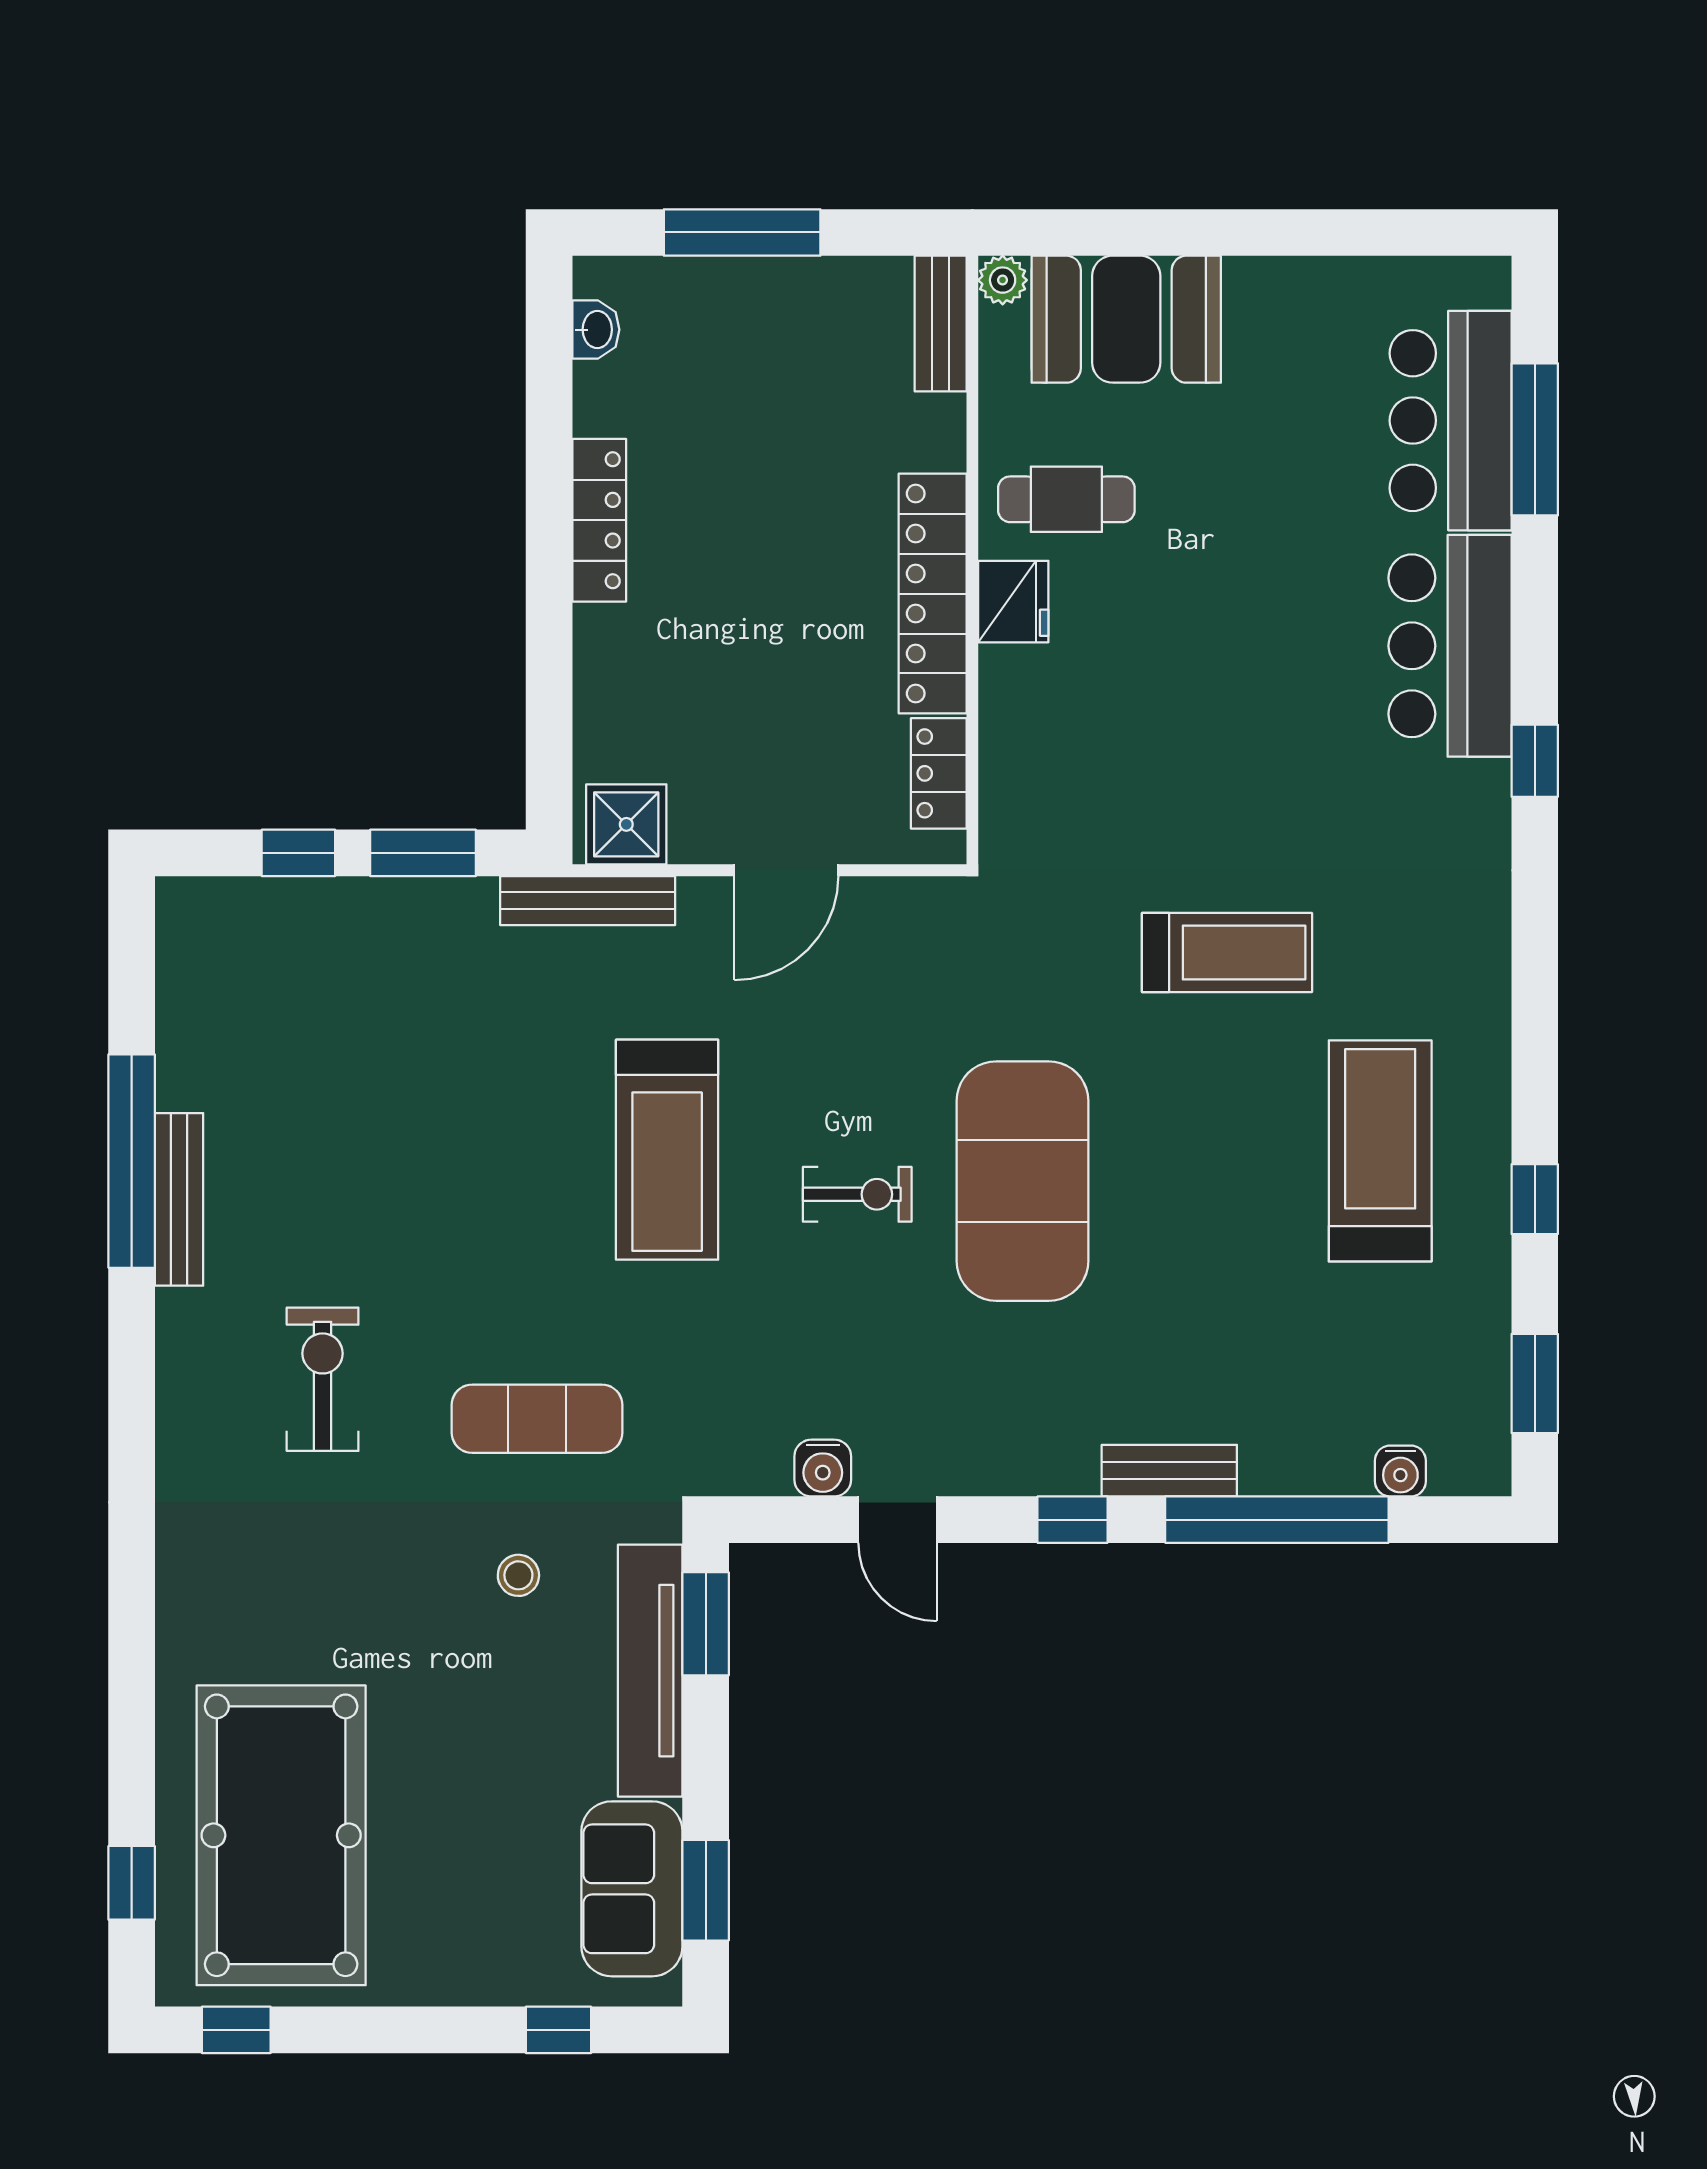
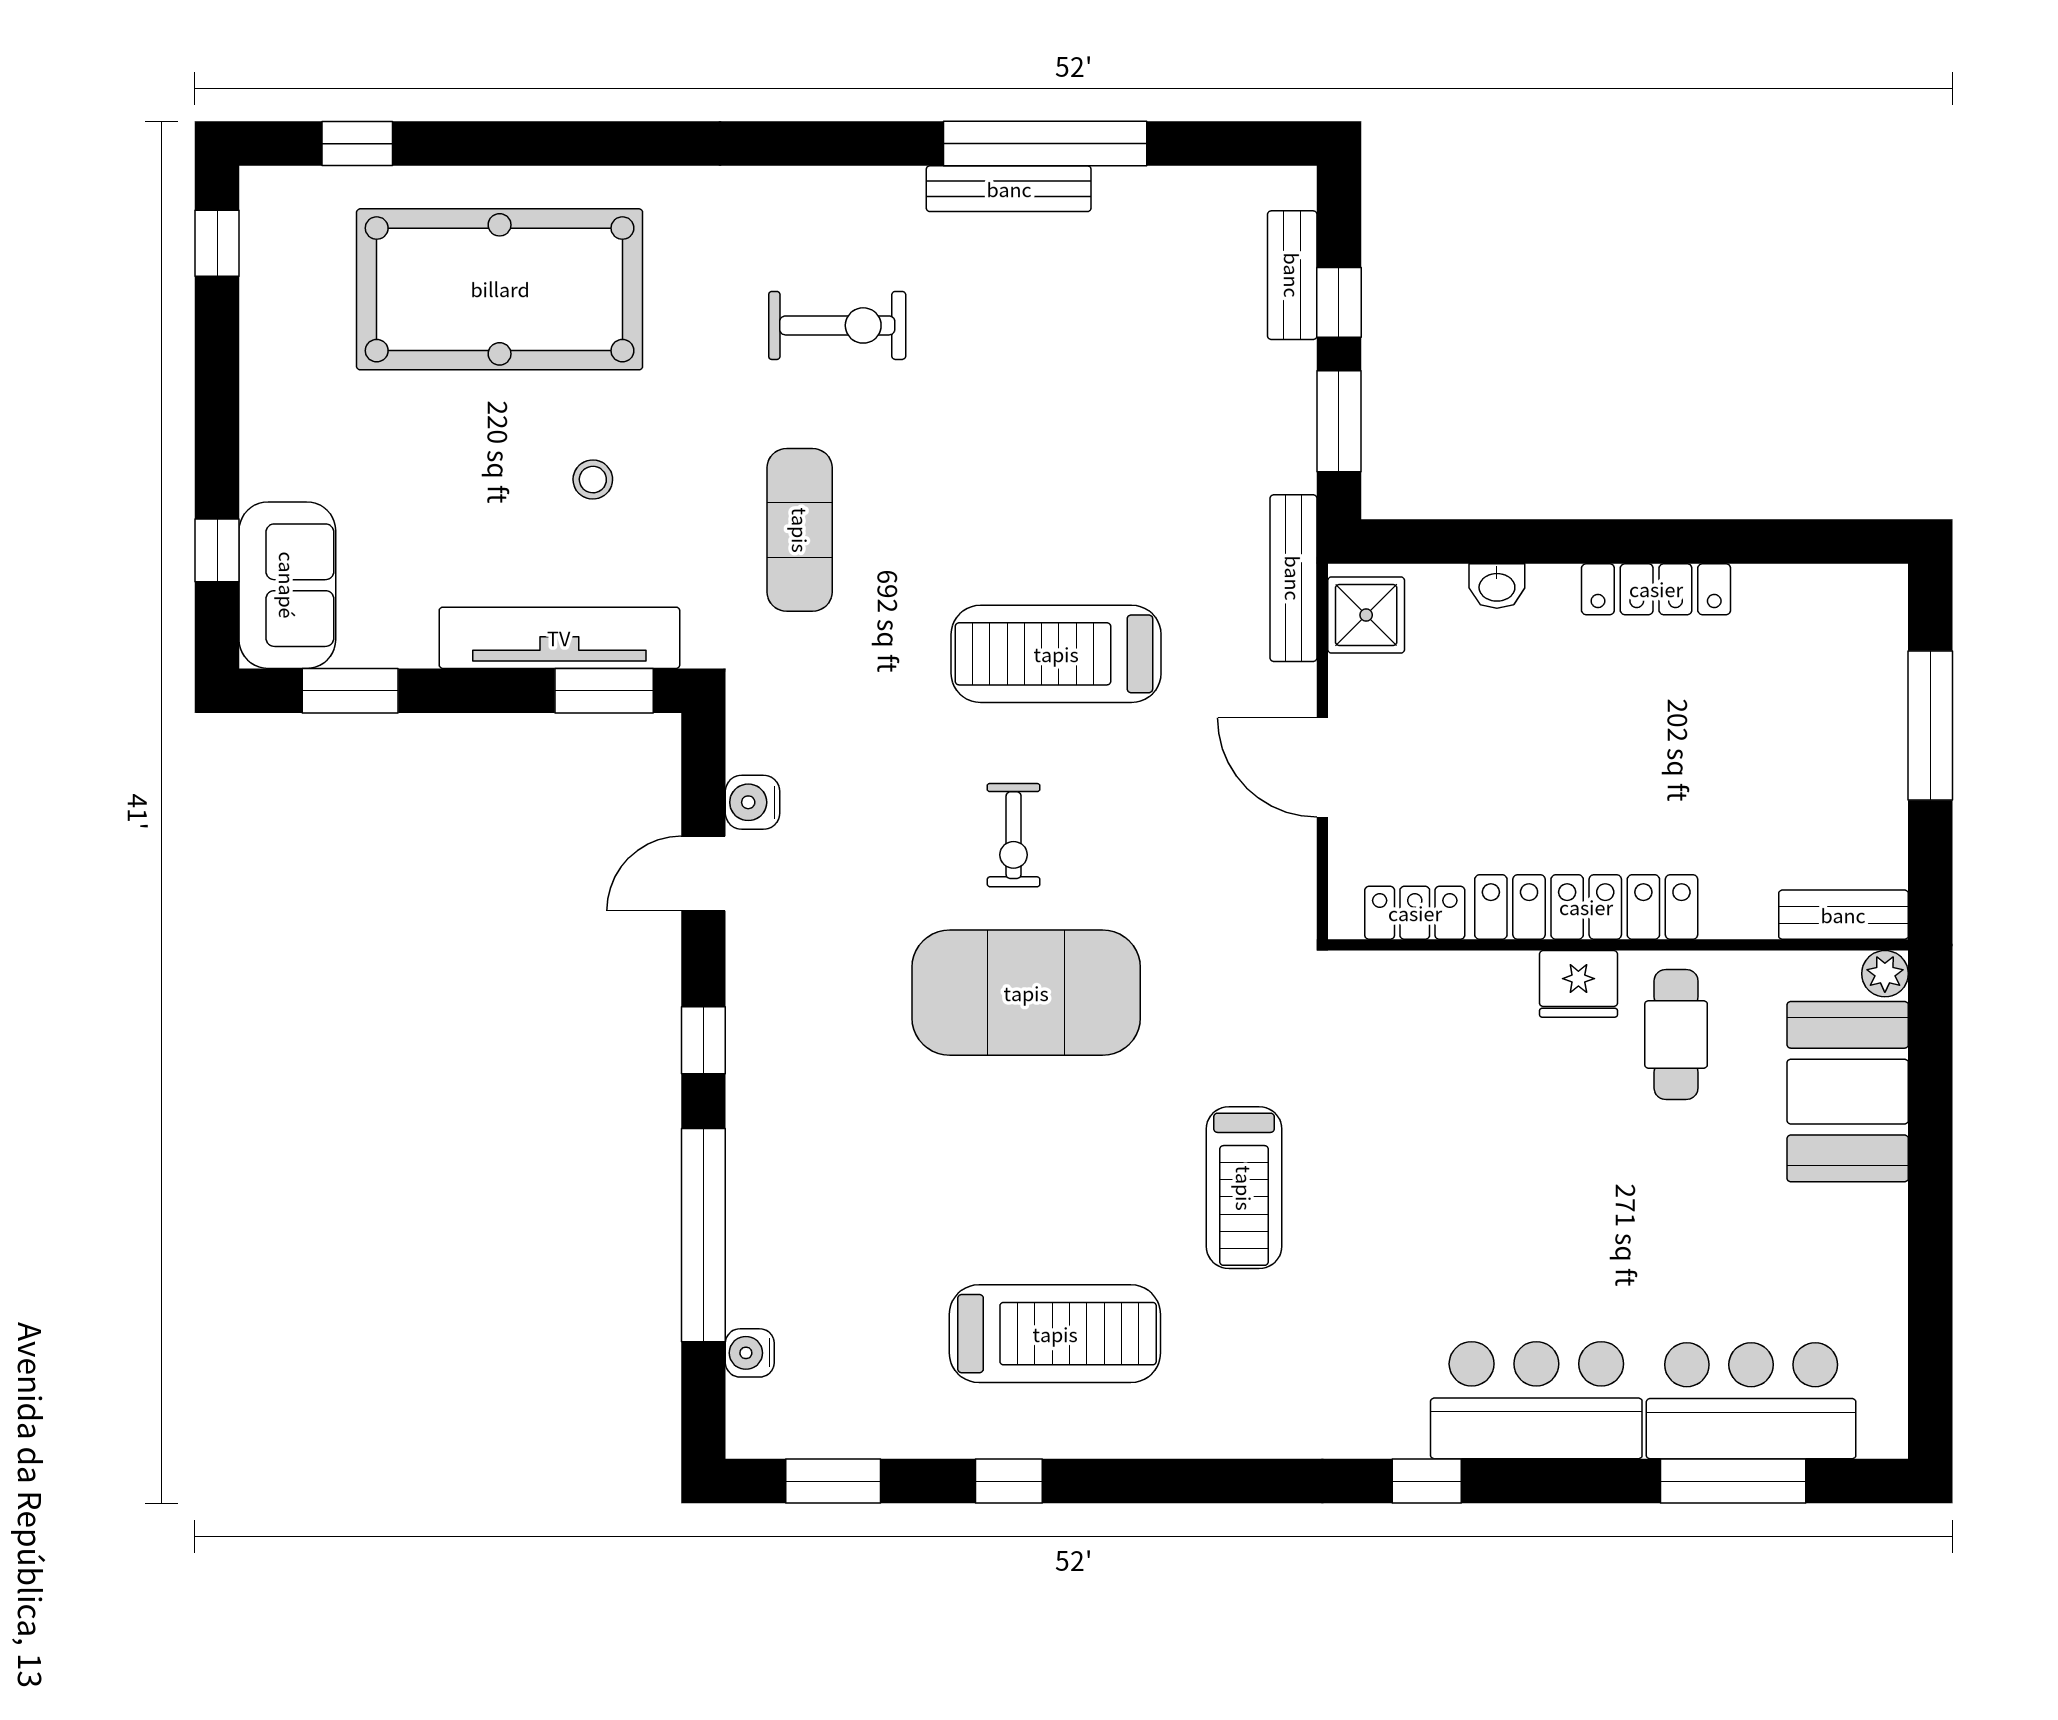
washbasin: (596, 330) -> (1497, 586), moved
bench: (1169, 1471) -> (1292, 275), moved
stool: (518, 1575) -> (593, 480), moved
pool table: (281, 1835) -> (500, 289), moved
sofa: (632, 1889) -> (287, 585), moved, turned 90

